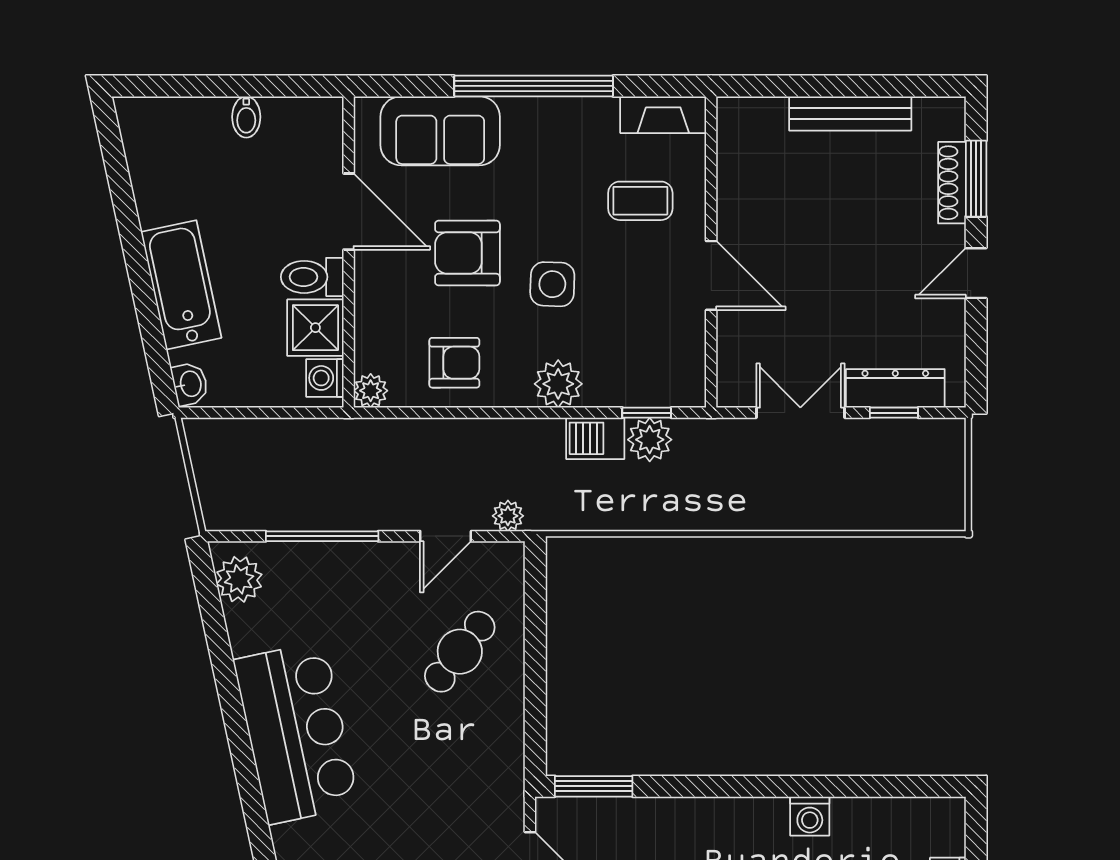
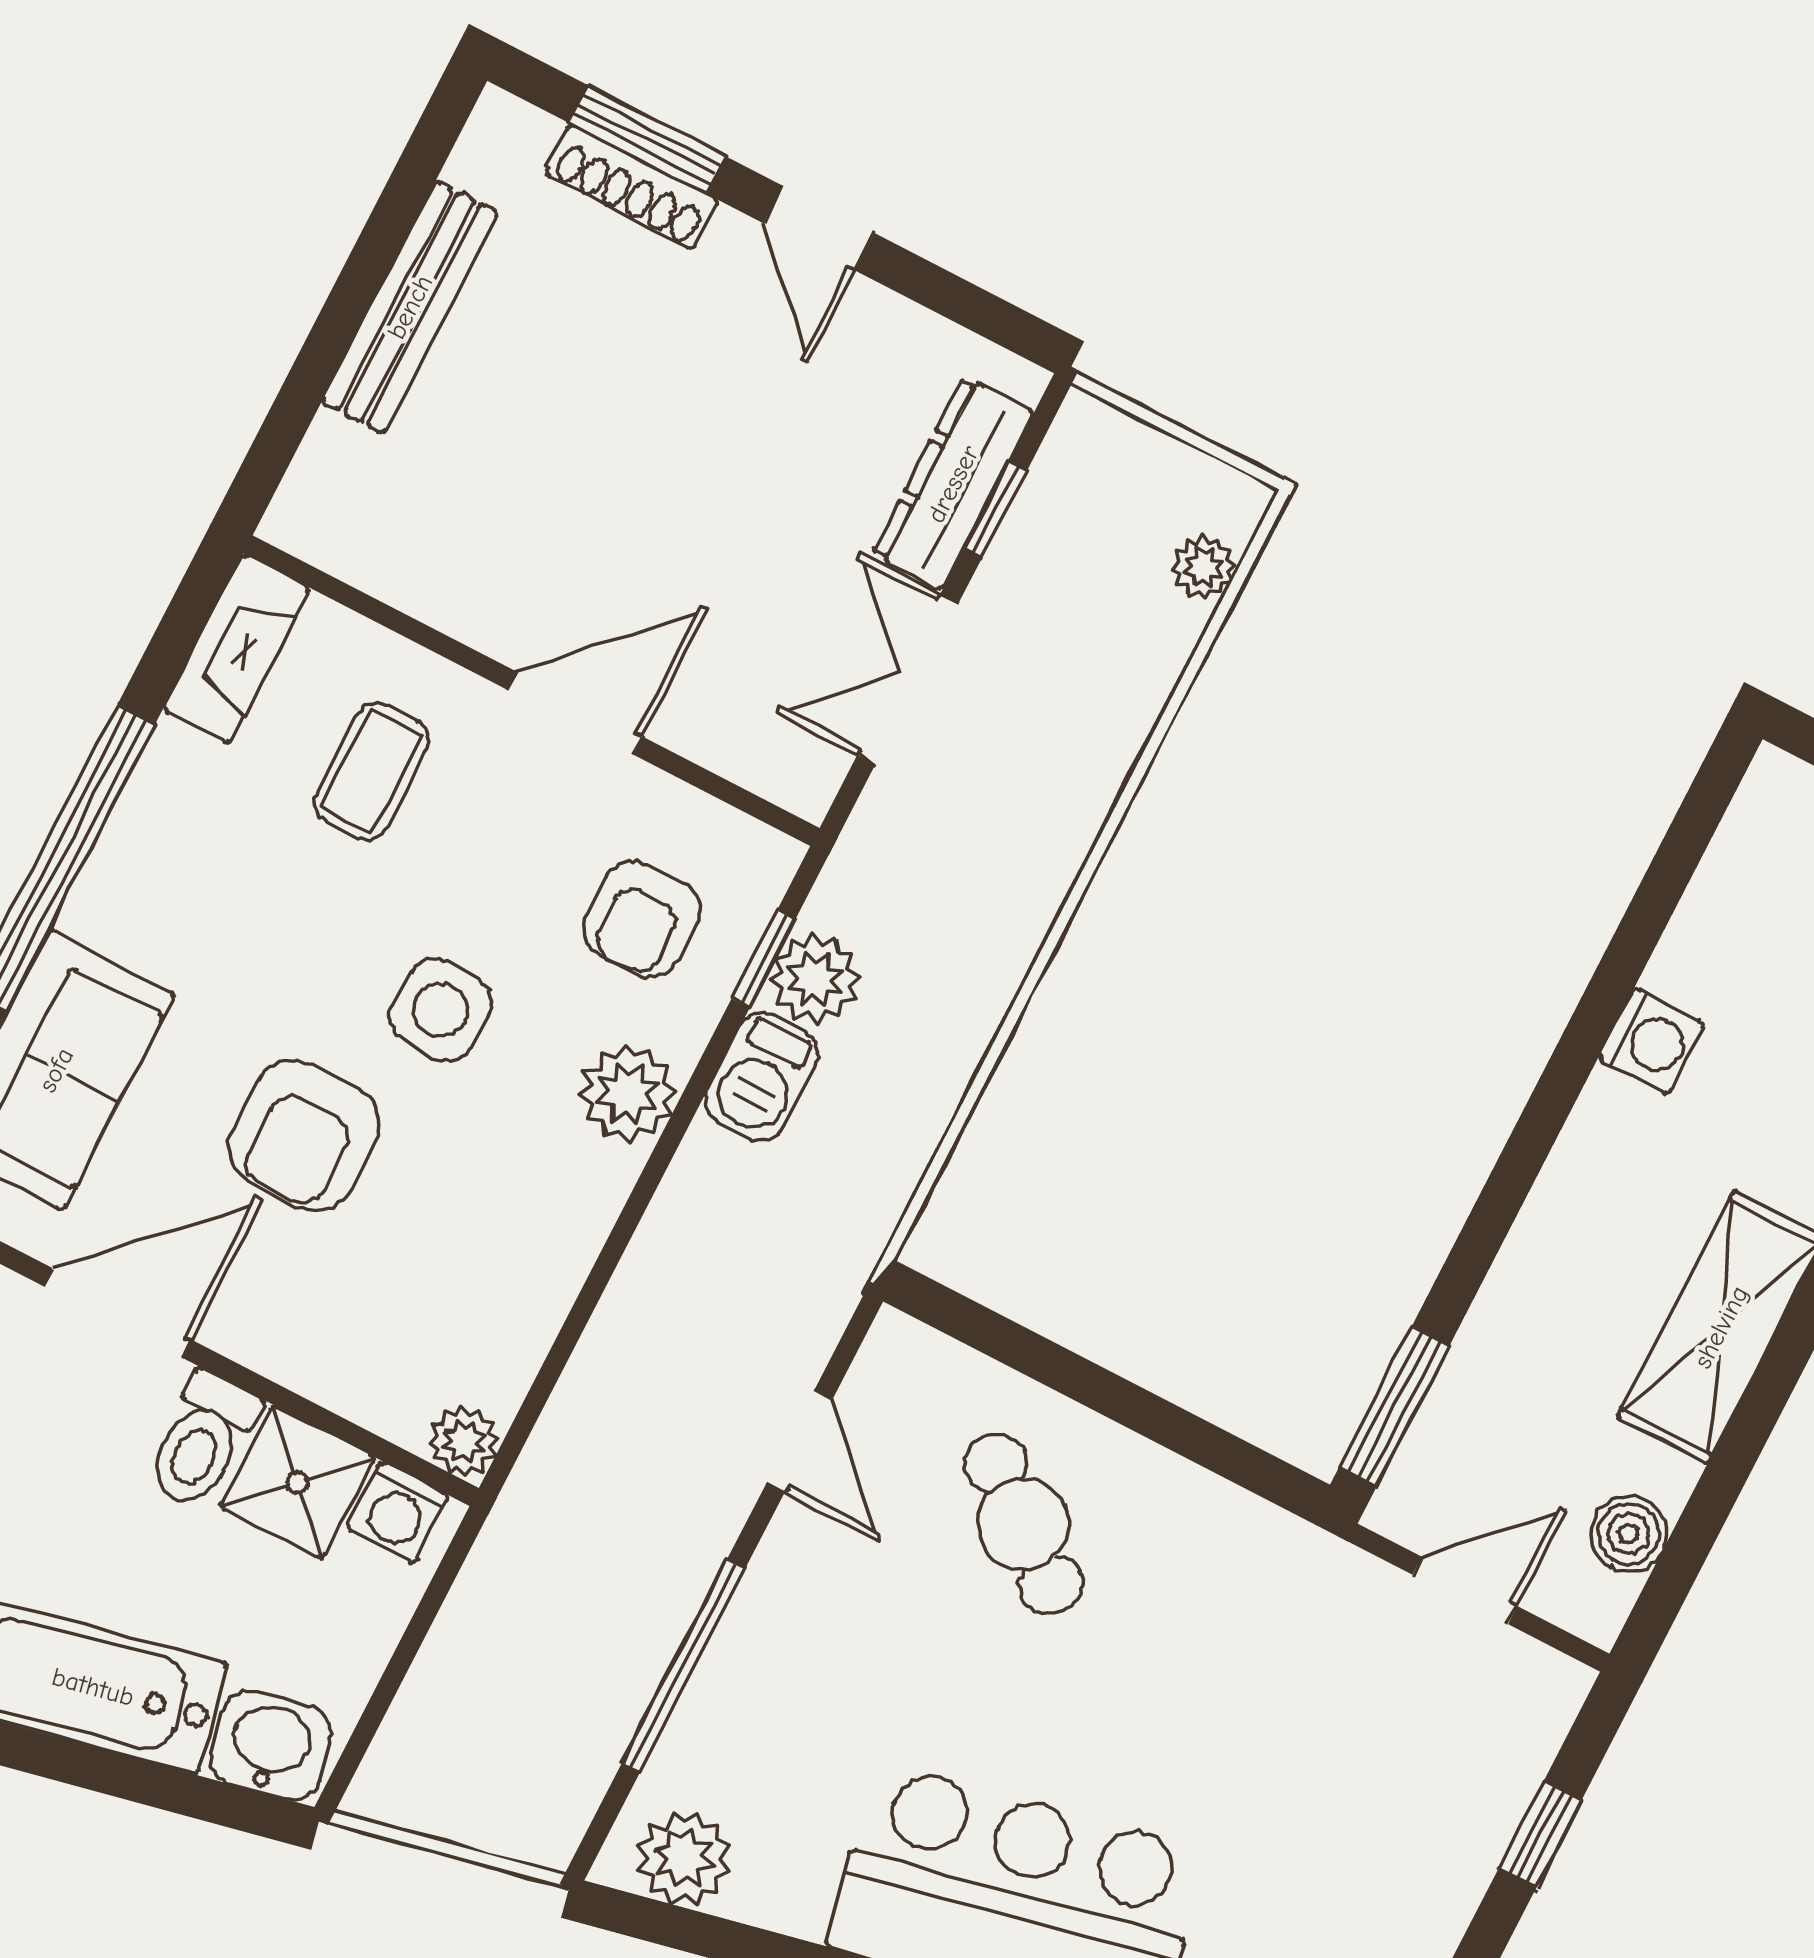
armchair: (454, 363) -> (642, 919), moved, turned 180
washbasin: (190, 384) -> (271, 1746), width x1.38, depth x1.45
plant: (508, 516) -> (1204, 567), moved

